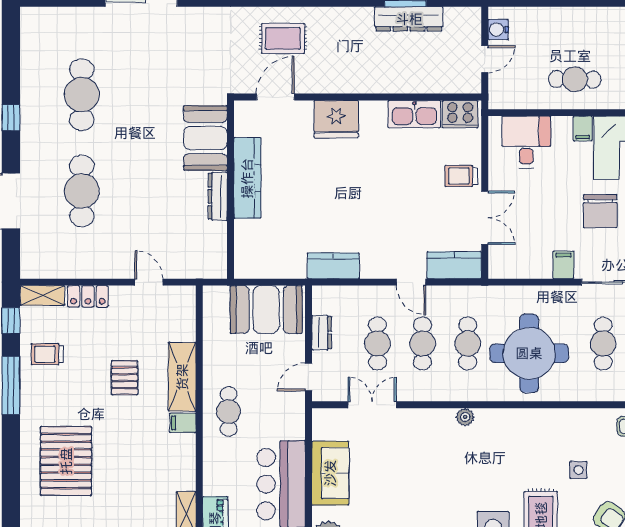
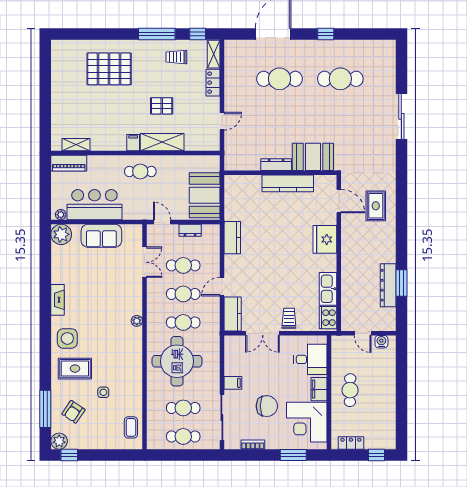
filing cabinet: (583, 128) -> (319, 389), width x2.00
chair: (600, 211) -> (267, 406), turned 180
trolley: (47, 354) -> (176, 57), turned -90

